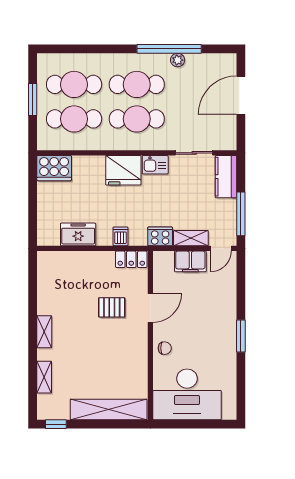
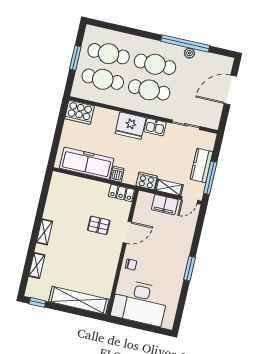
kitchen counter: (226, 177) -> (201, 165), moved
freezer: (78, 234) -> (87, 163), width x1.91, depth x1.26

